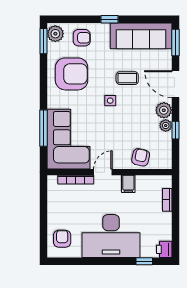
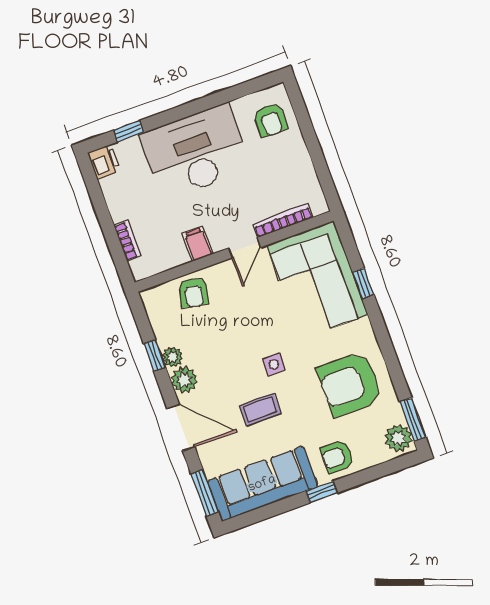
armchair: (82, 38) -> (337, 457), moved
window: (43, 128) -> (363, 283), width x0.46

